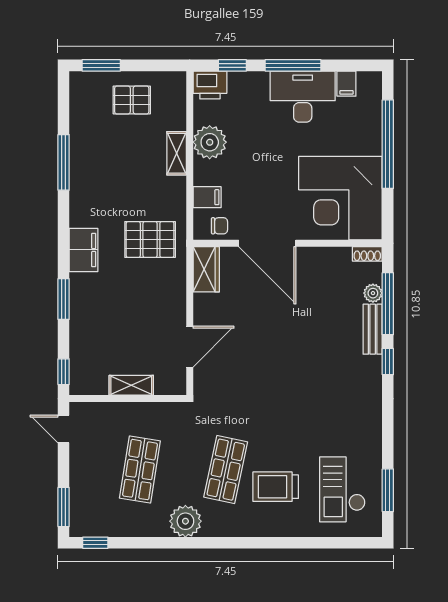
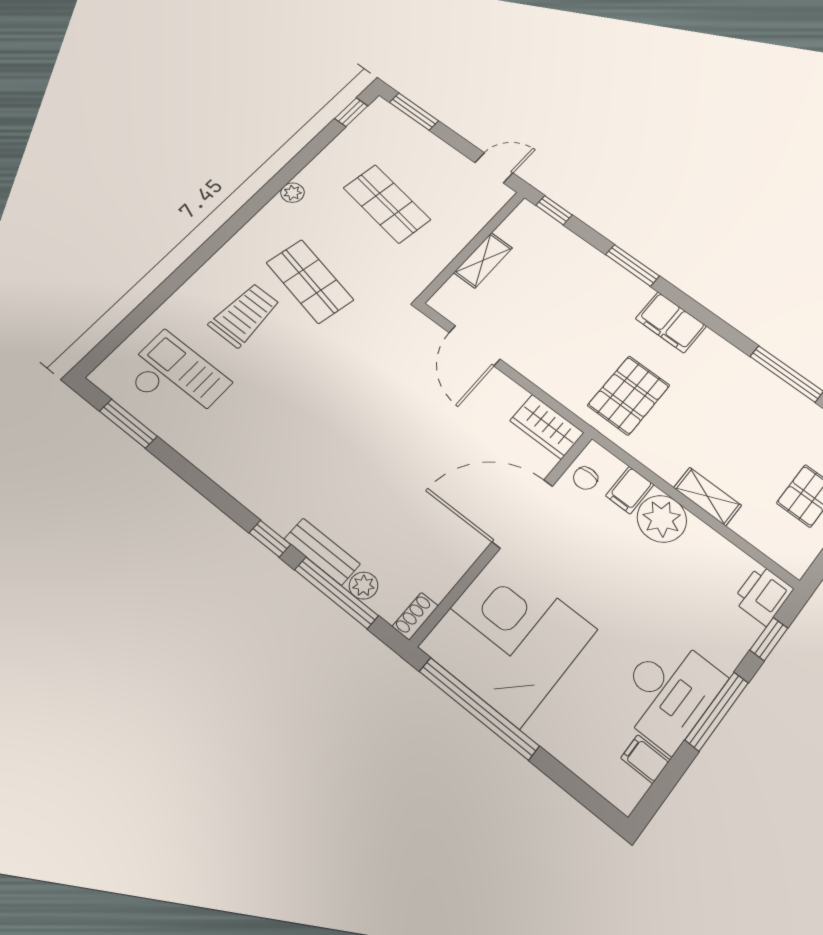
plant: (210, 142) -> (662, 519), moved
window: (388, 144) -> (479, 708), moved
plant: (185, 521) -> (293, 193), width x0.53, depth x0.53

